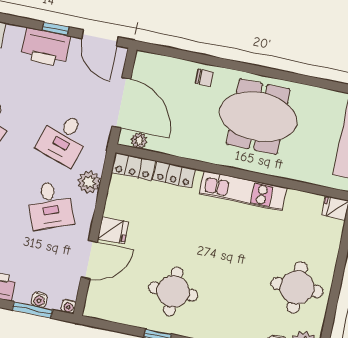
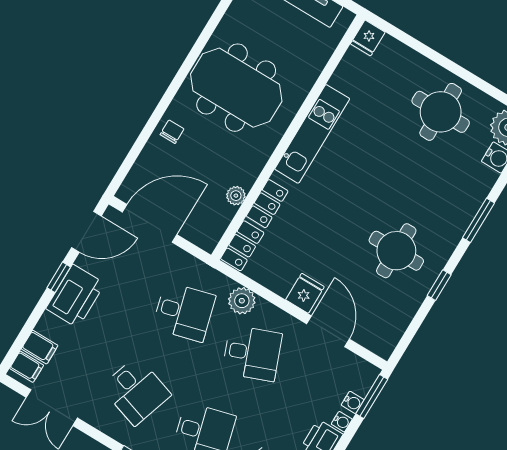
door: (121, 103) -> (150, 223), moved
meeting table: (258, 117) -> (236, 88), turned 90
desk: (64, 139) -> (184, 312), turned -33
plant: (139, 141) -> (236, 196), moved
water cooler: (69, 306) -> (342, 422), moved
window: (32, 310) -> (372, 397), moved

